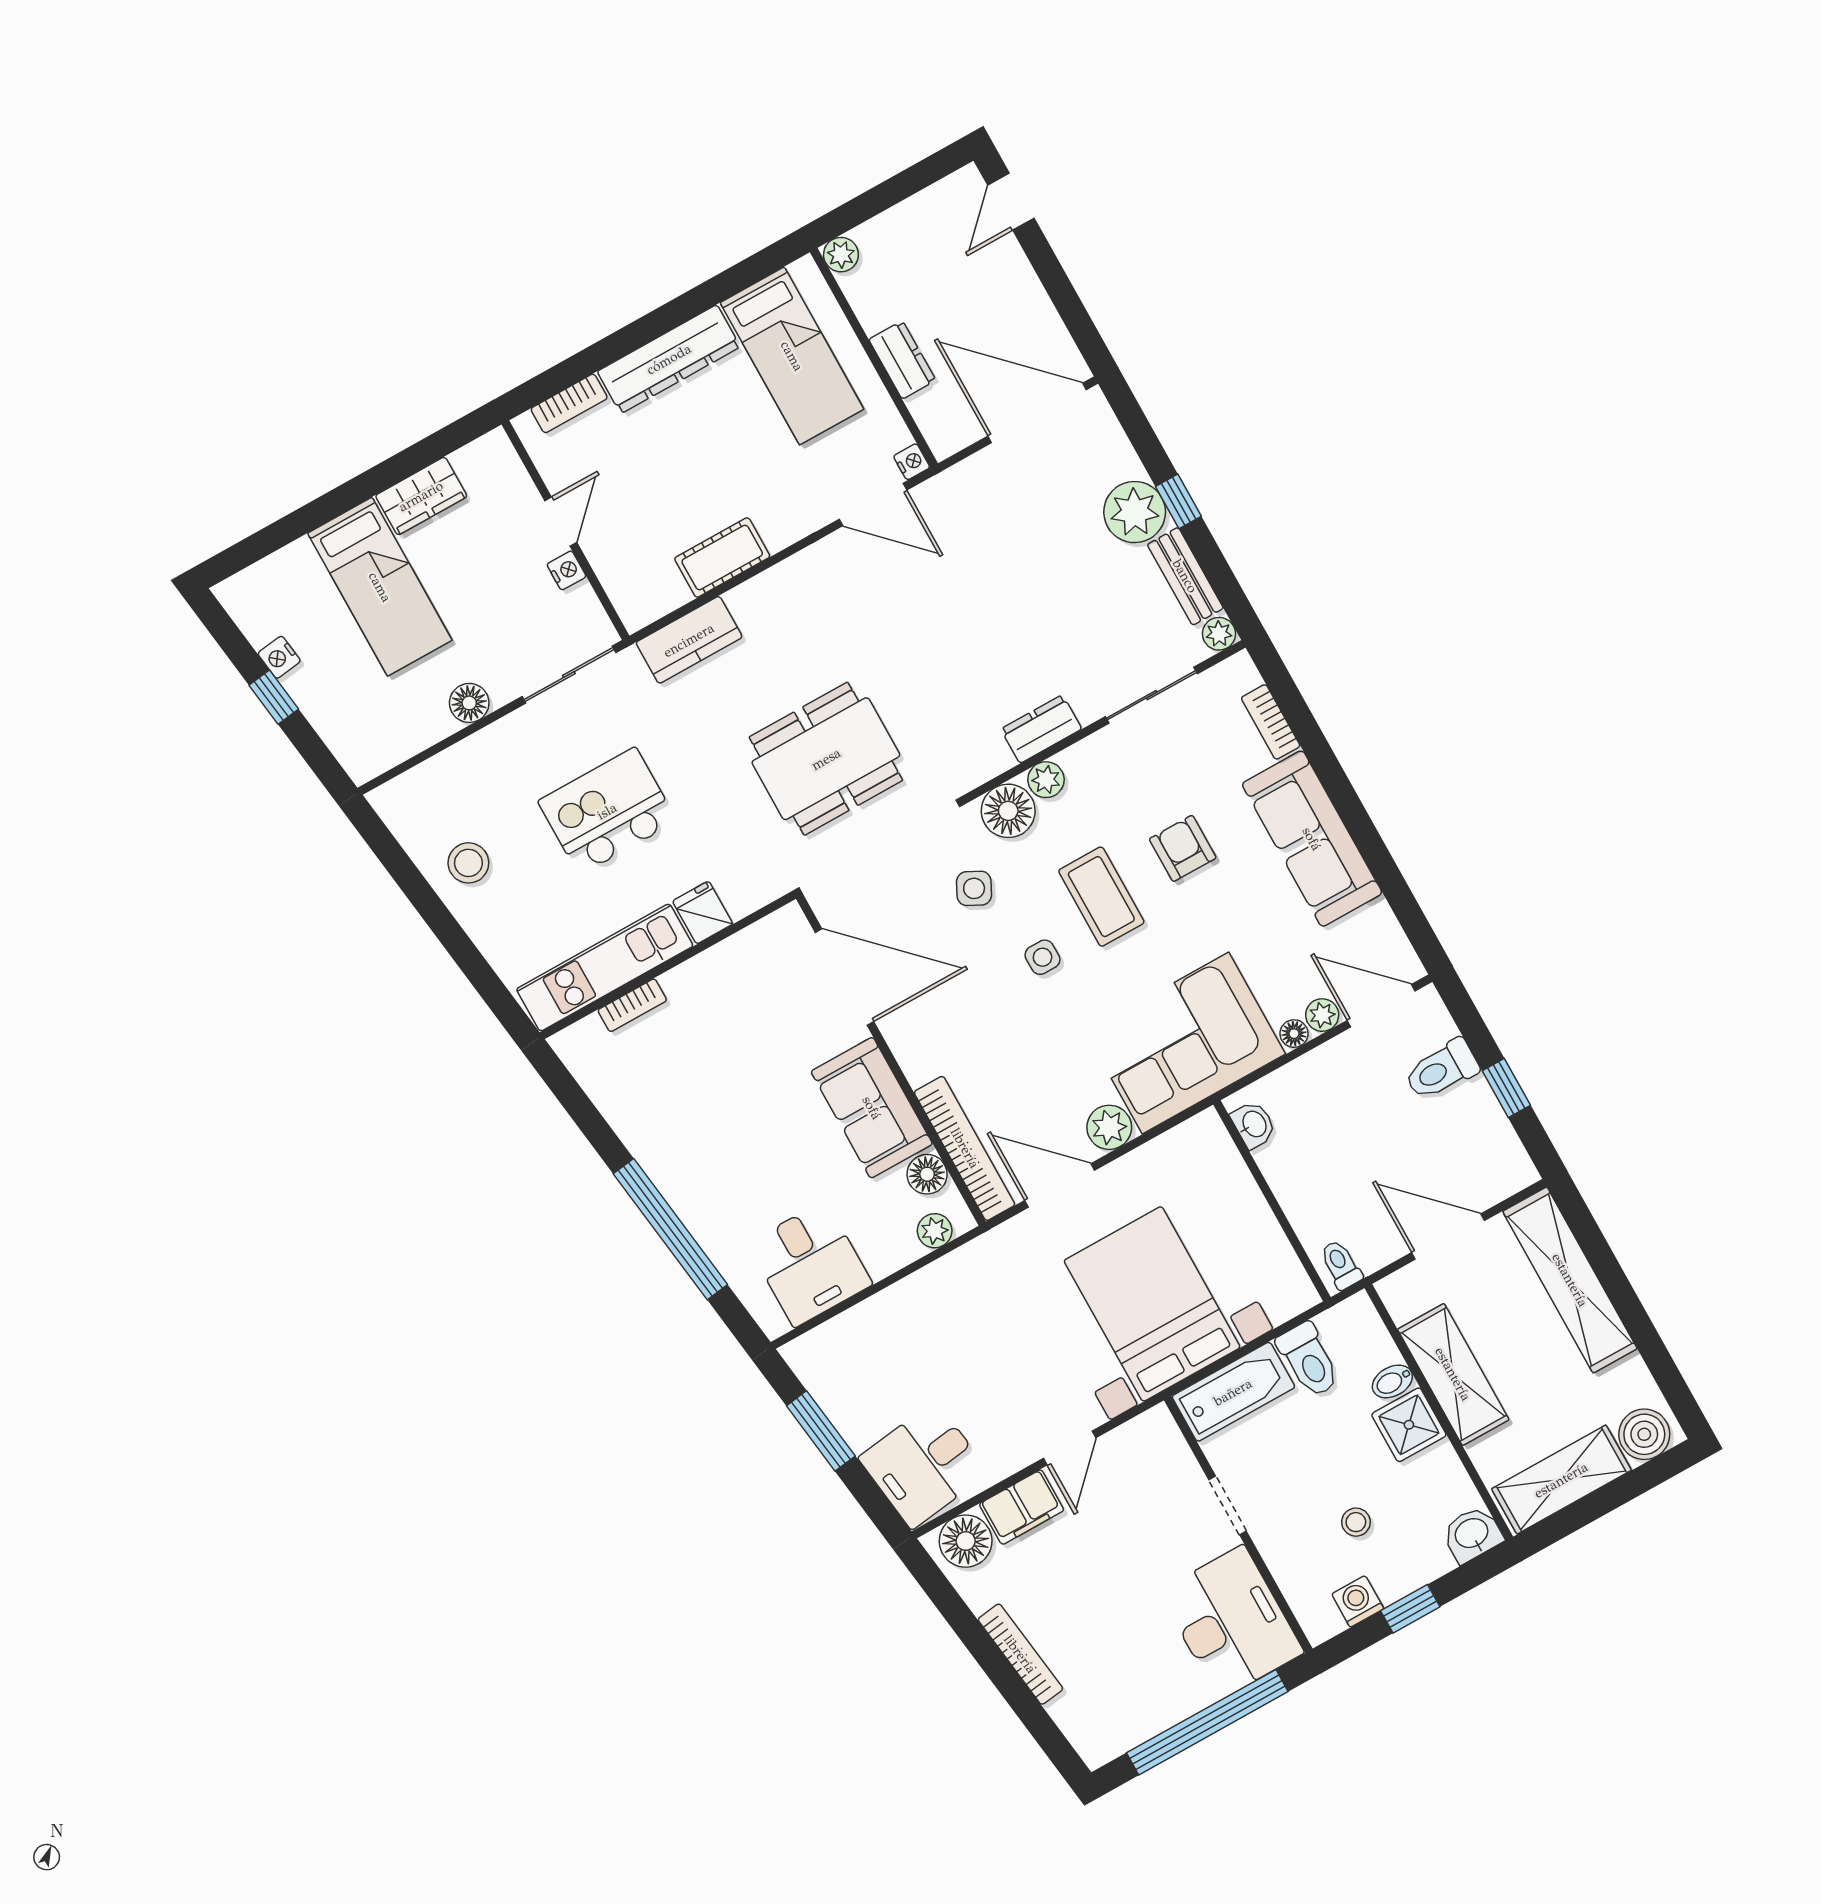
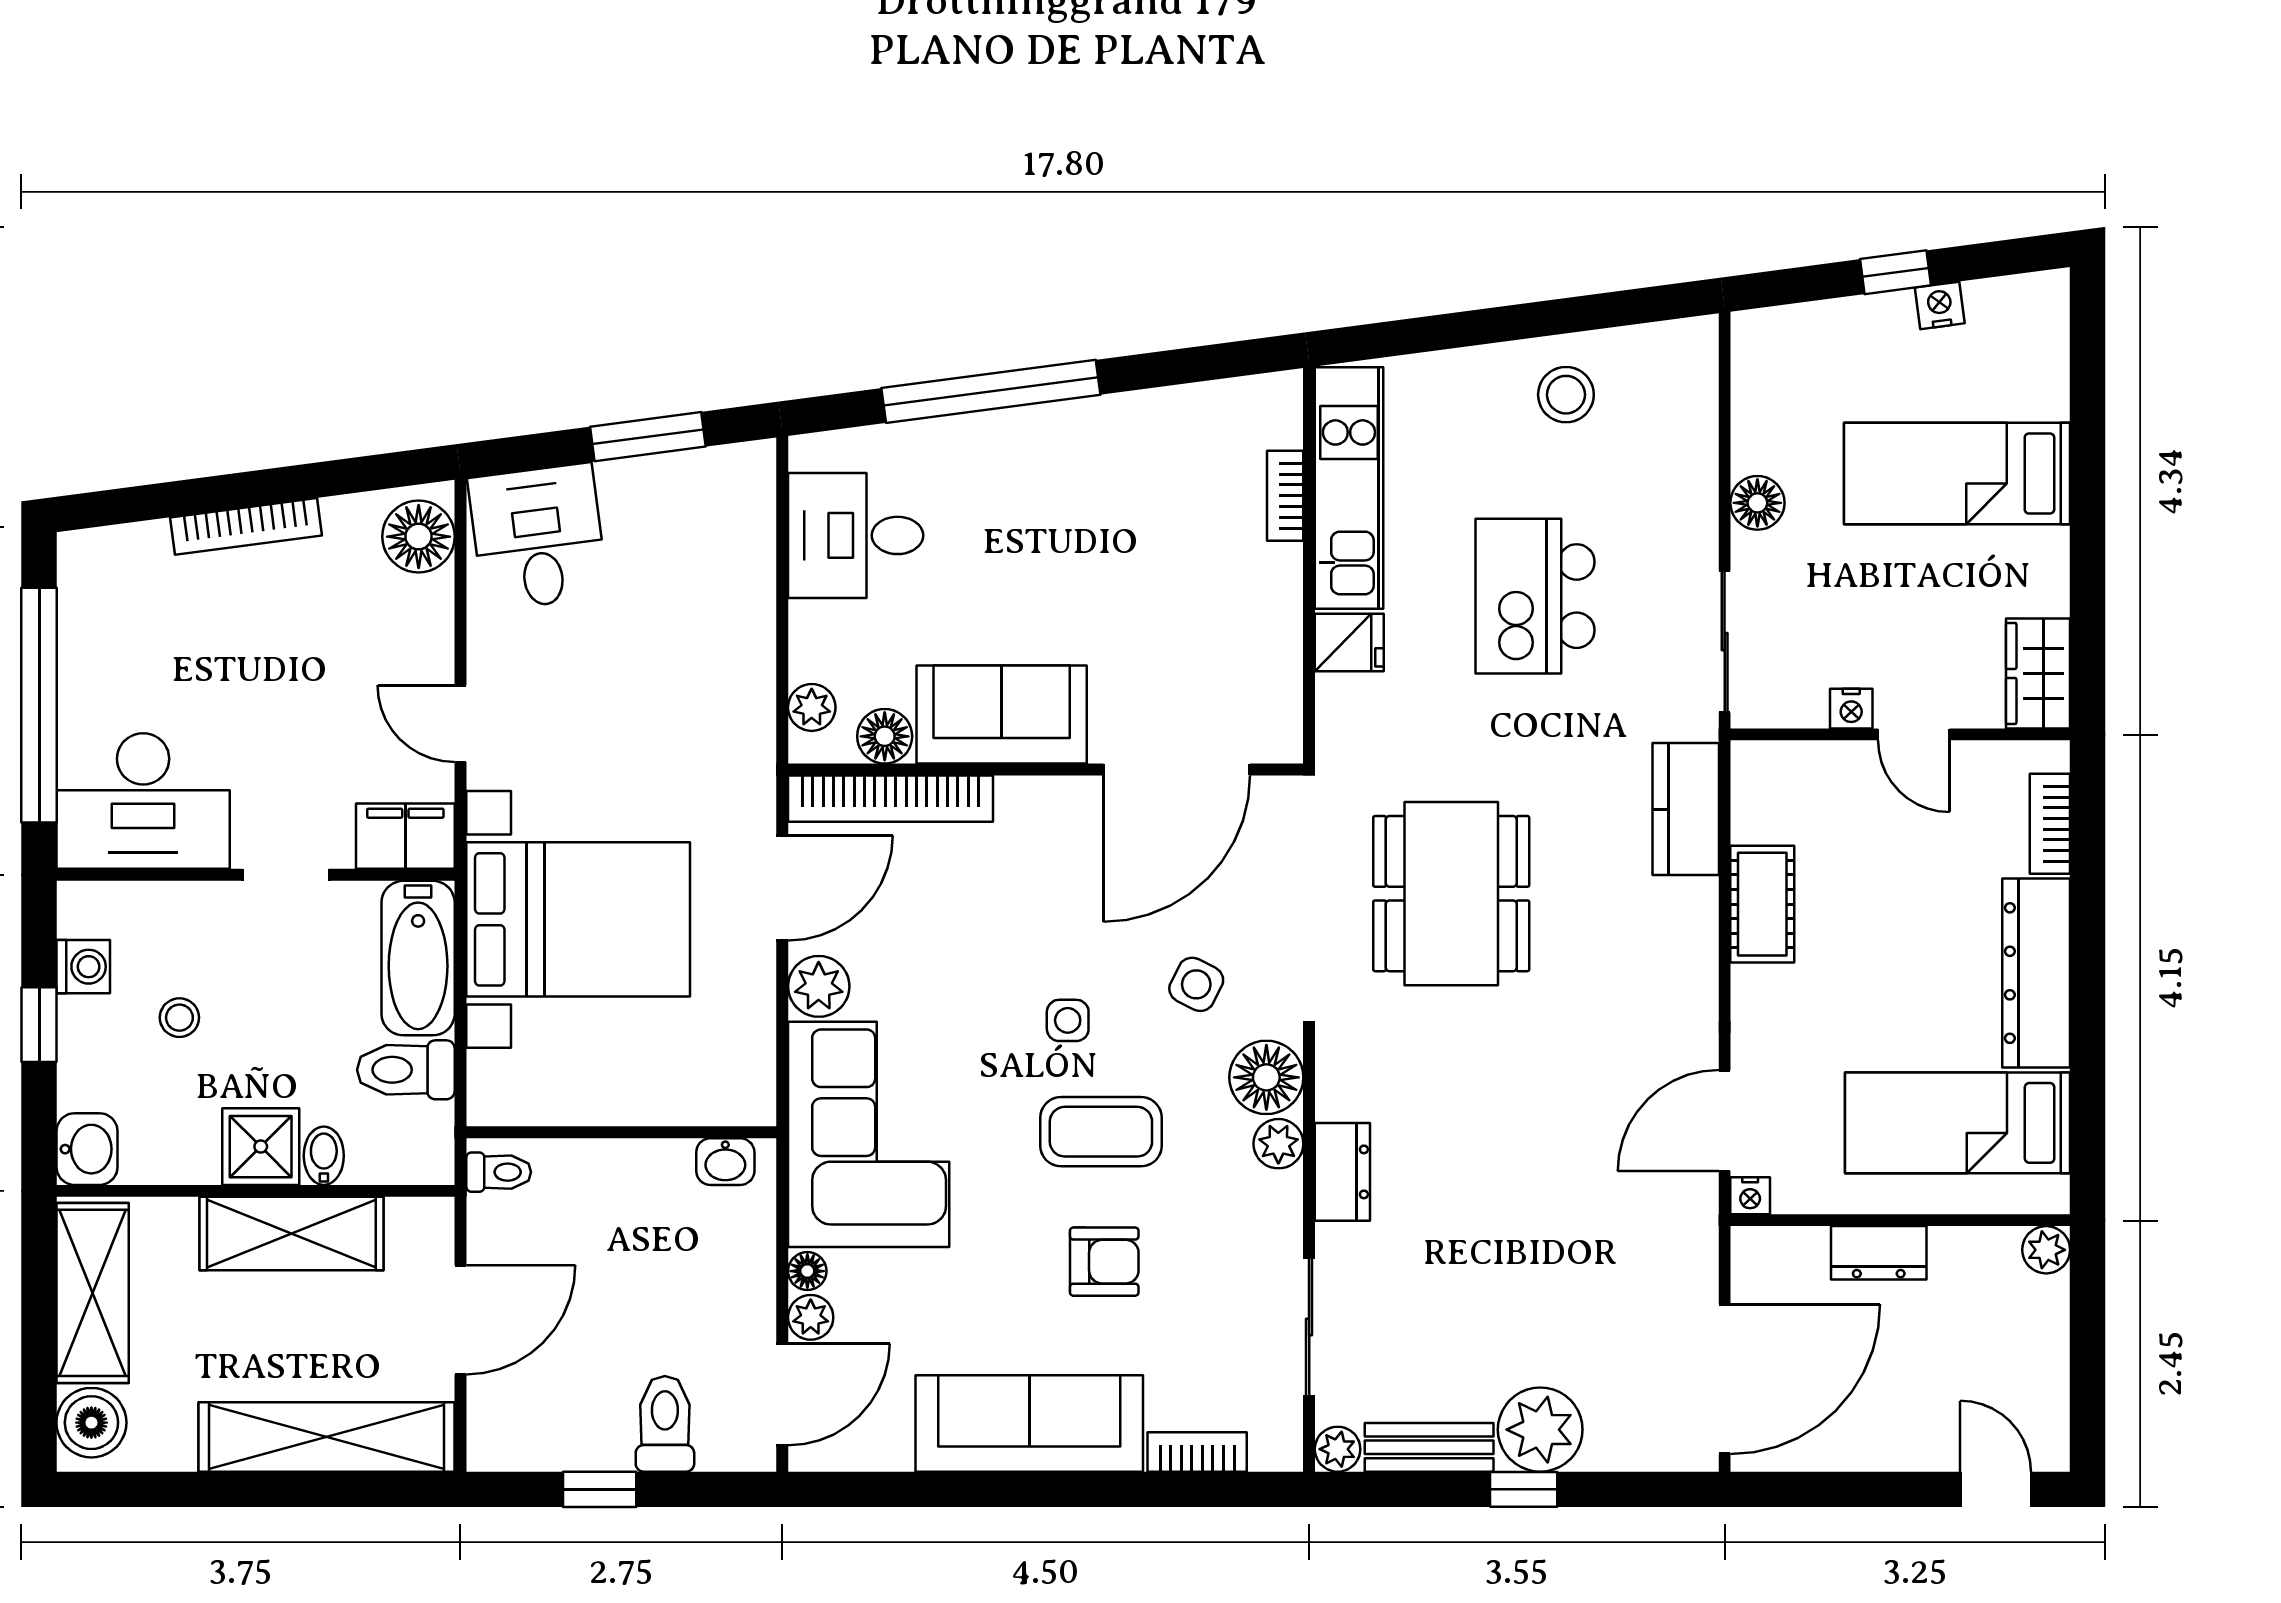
wardrobe: (421, 496) -> (2038, 673), moved
kitchen island: (607, 811) -> (1535, 596), turned 180
filing cabinet: (1022, 1507) -> (405, 836), moved, turned 90

